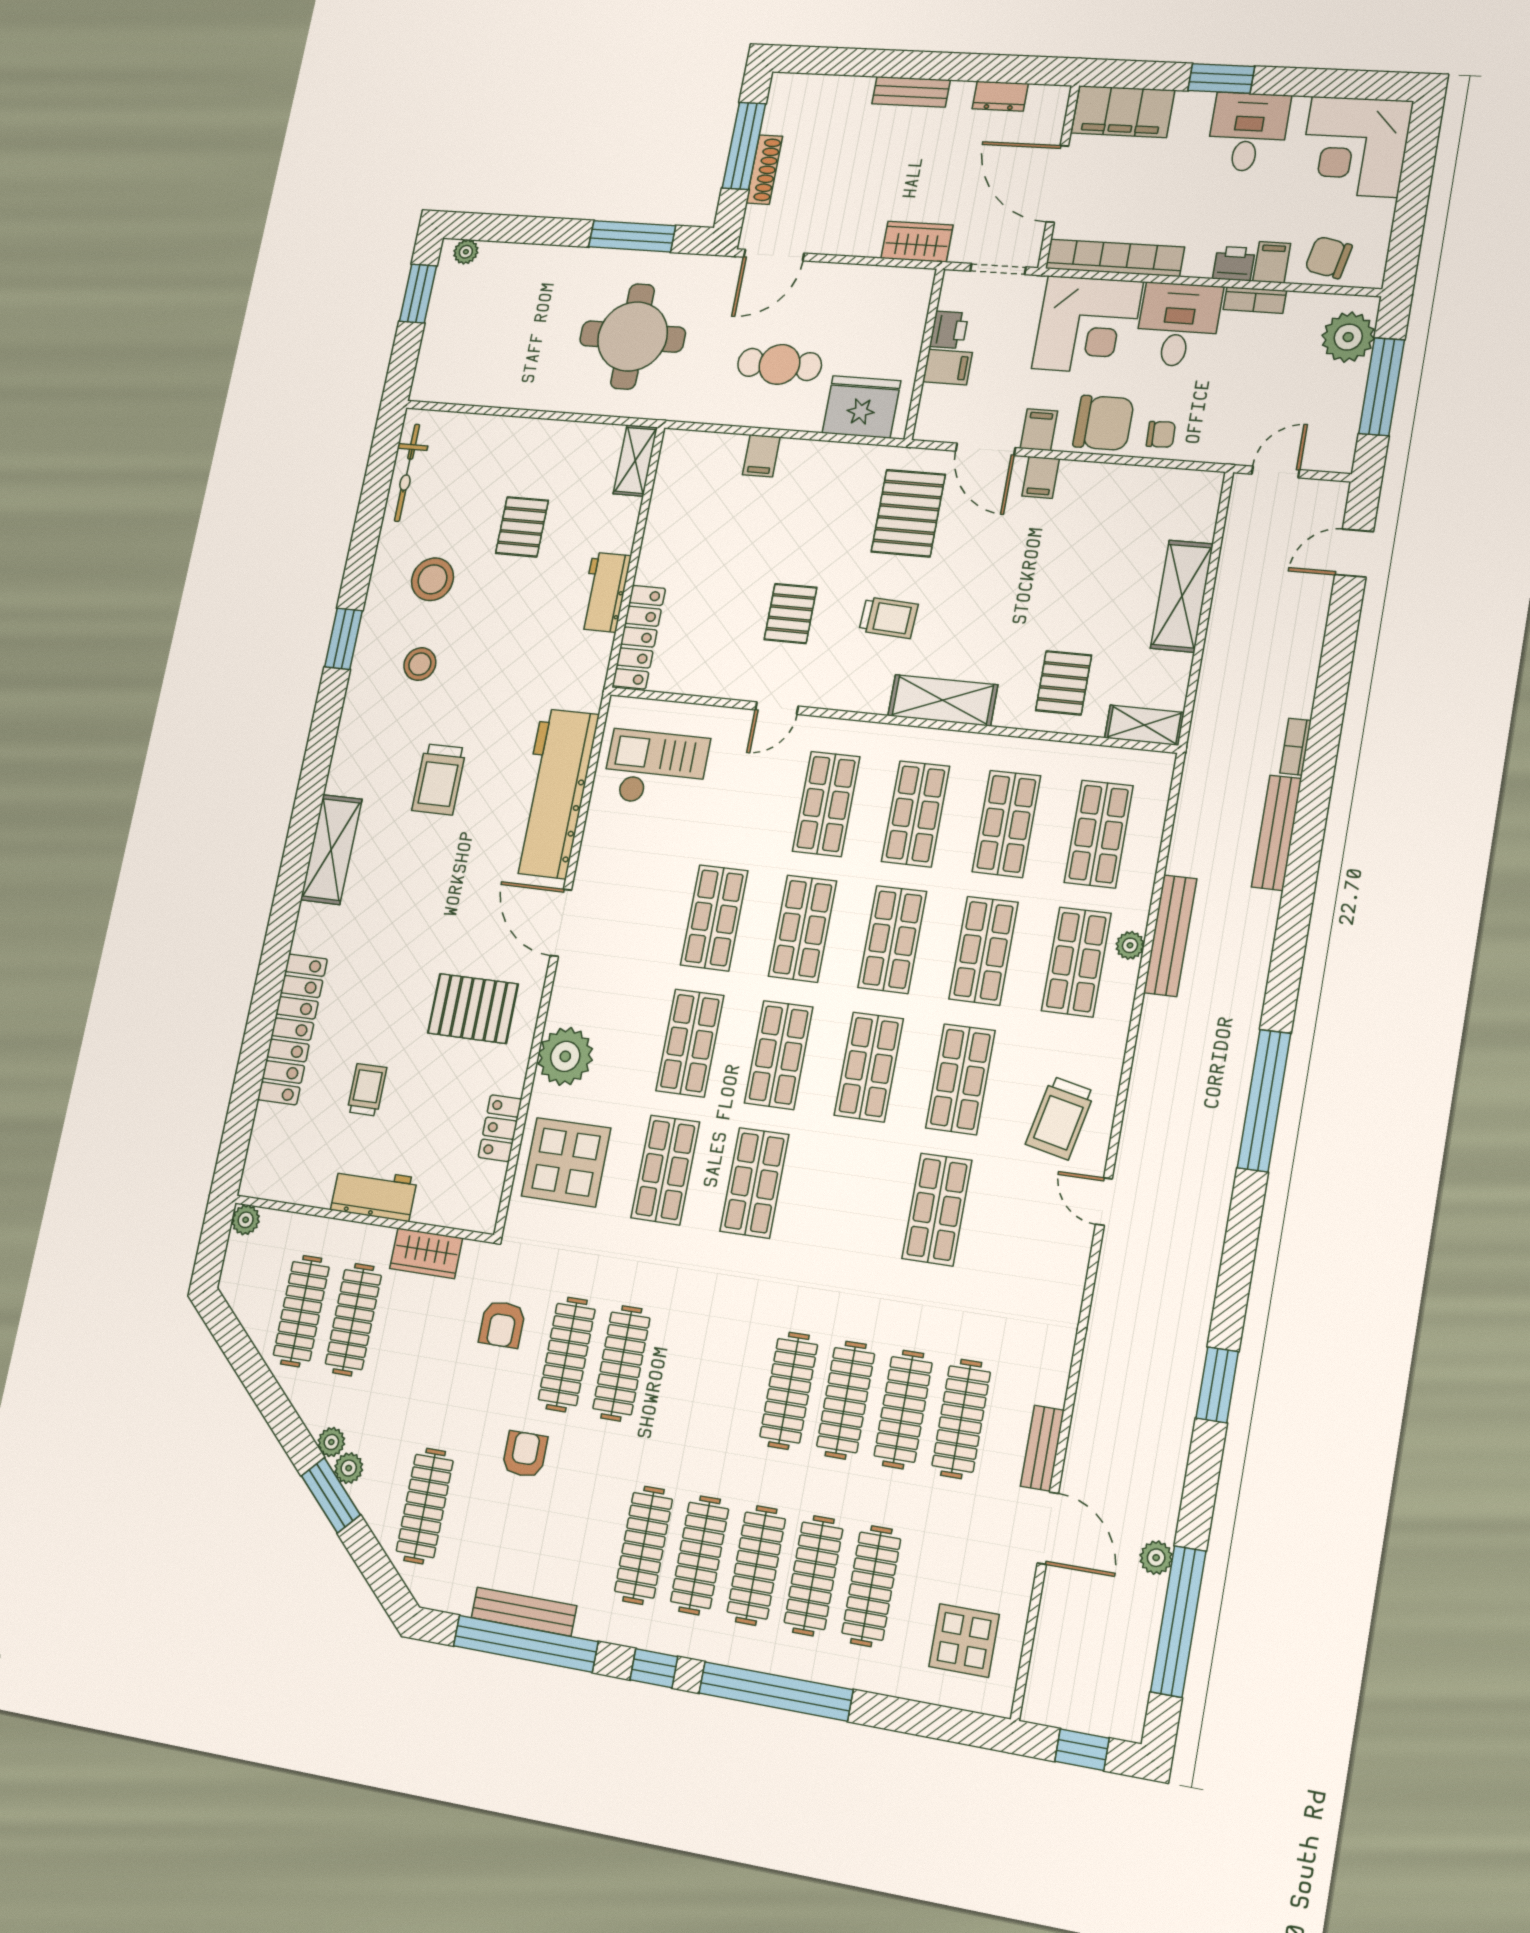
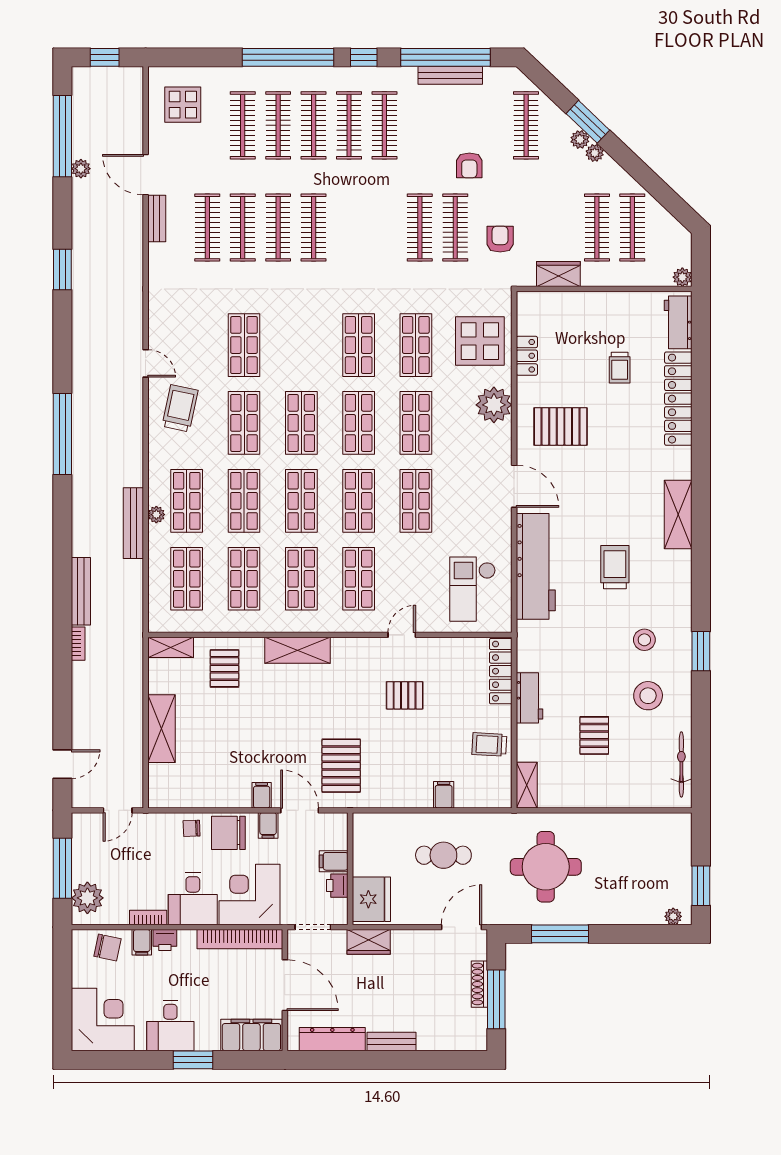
dresser: (1000, 96) -> (332, 1039), width x1.96, depth x1.24
fridge: (861, 407) -> (371, 899), moved, turned -90
pallet: (791, 613) -> (405, 695), turned 90
trolley: (889, 618) -> (489, 744), moved
checkout: (655, 768) -> (473, 589), turned 90
workbench: (374, 1194) -> (678, 322), moved, turned 90

